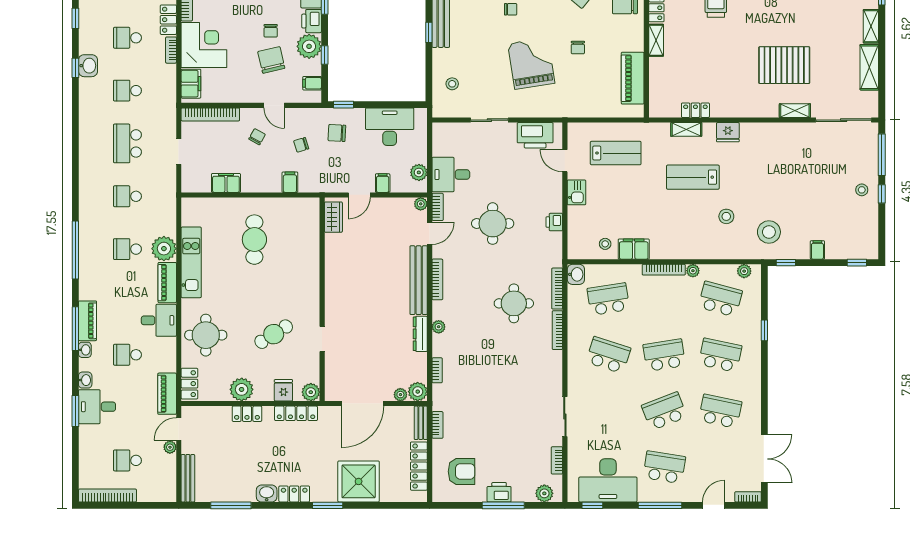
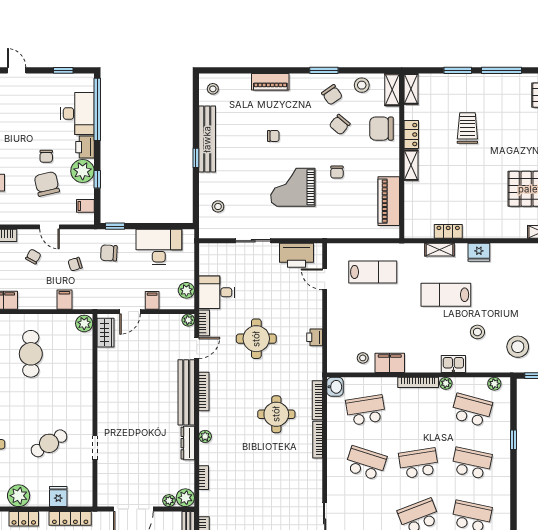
grand piano: (531, 63) -> (293, 187), turned -81
kitchen sink: (576, 192) -> (453, 364), moved, turned -90
plant: (311, 392) -> (84, 323), moved

